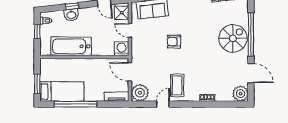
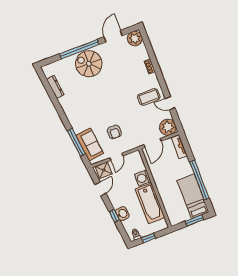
armchair: (174, 42) -> (114, 132), moved
washing machine: (122, 49) -> (143, 178), moved

